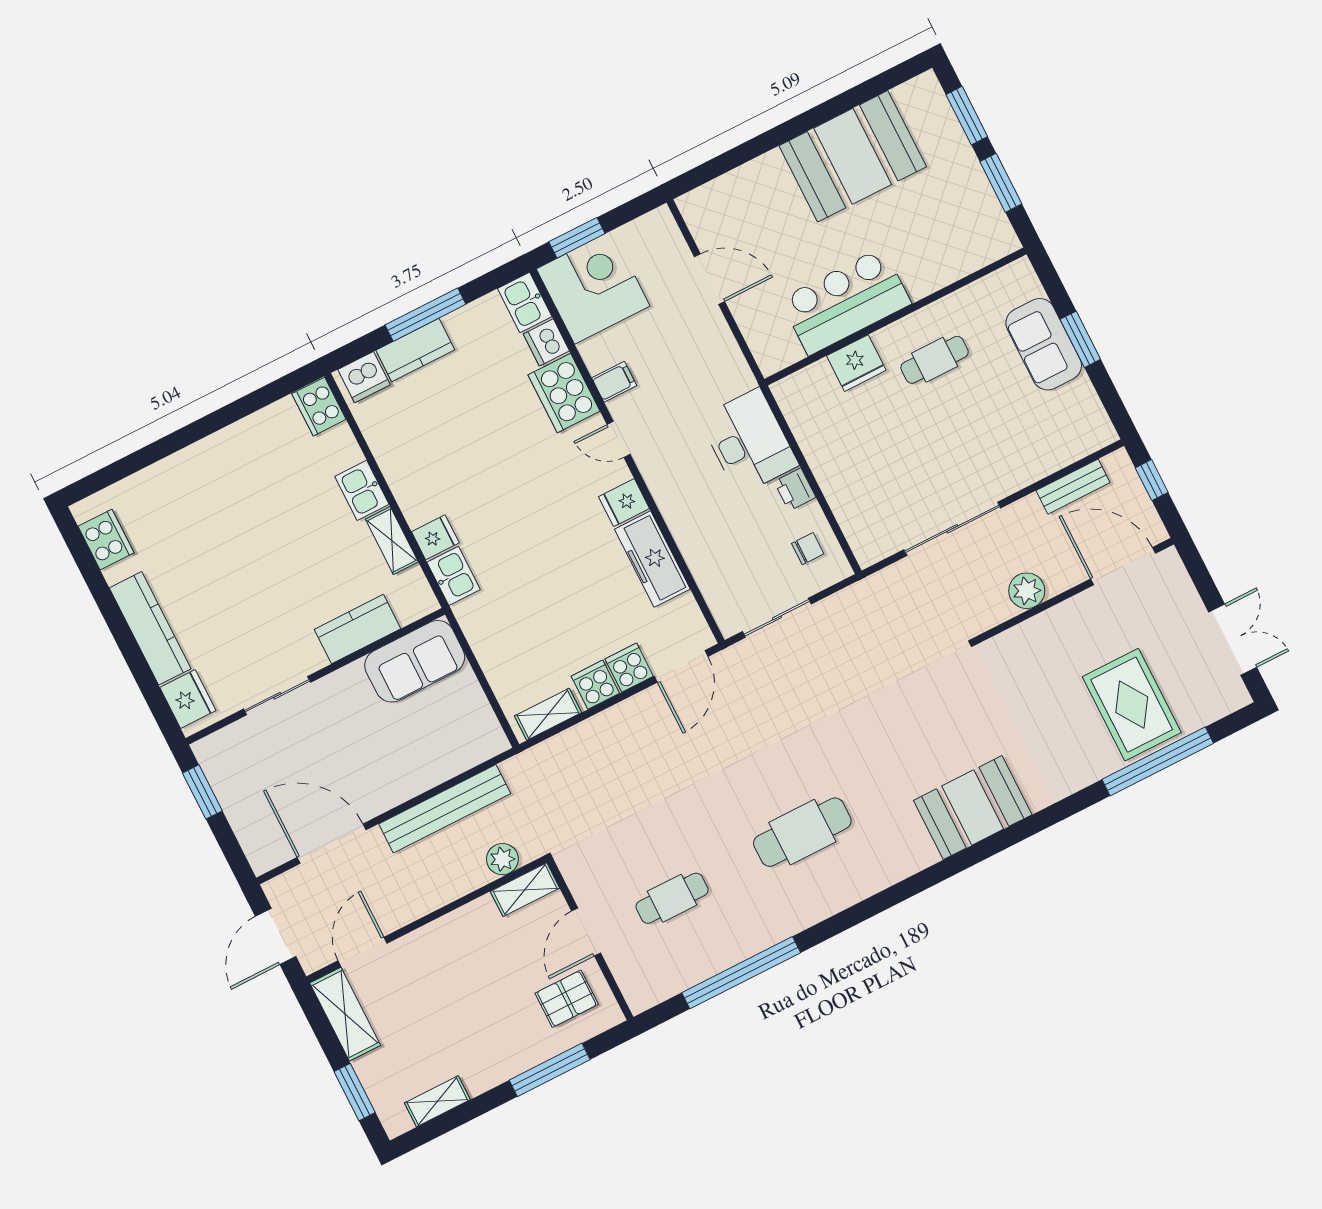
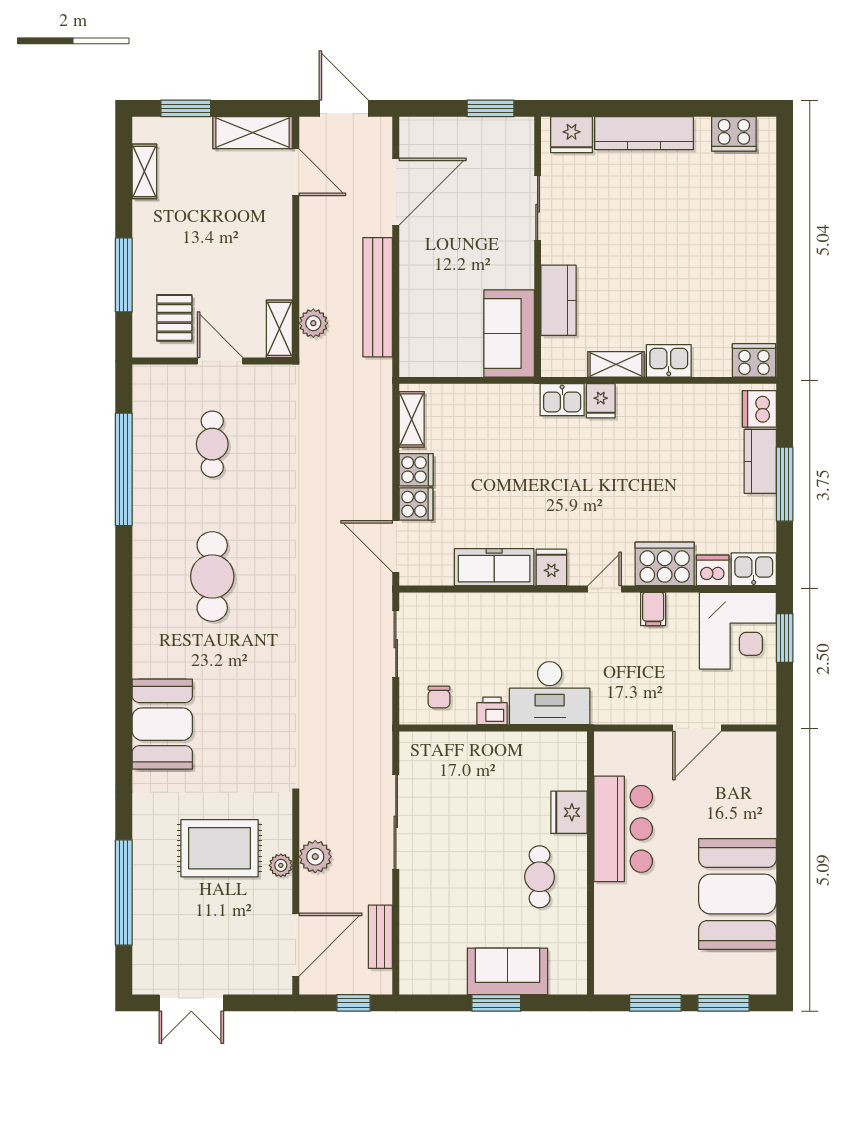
plant: (1053, 620) -> (281, 865), added
rug: (1132, 705) -> (220, 848), moved

